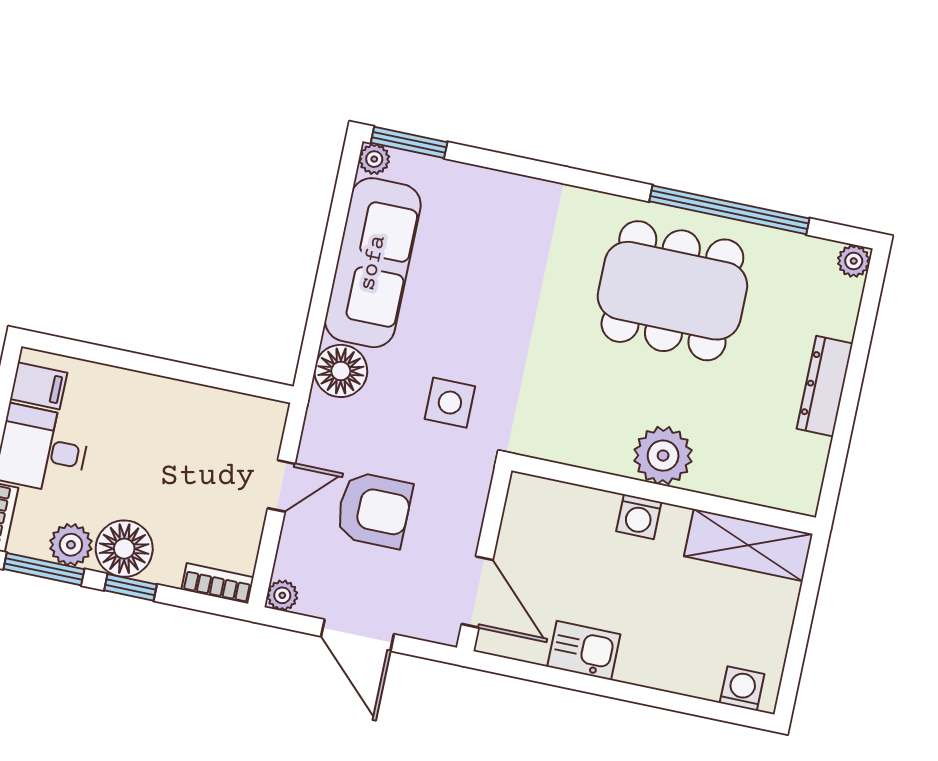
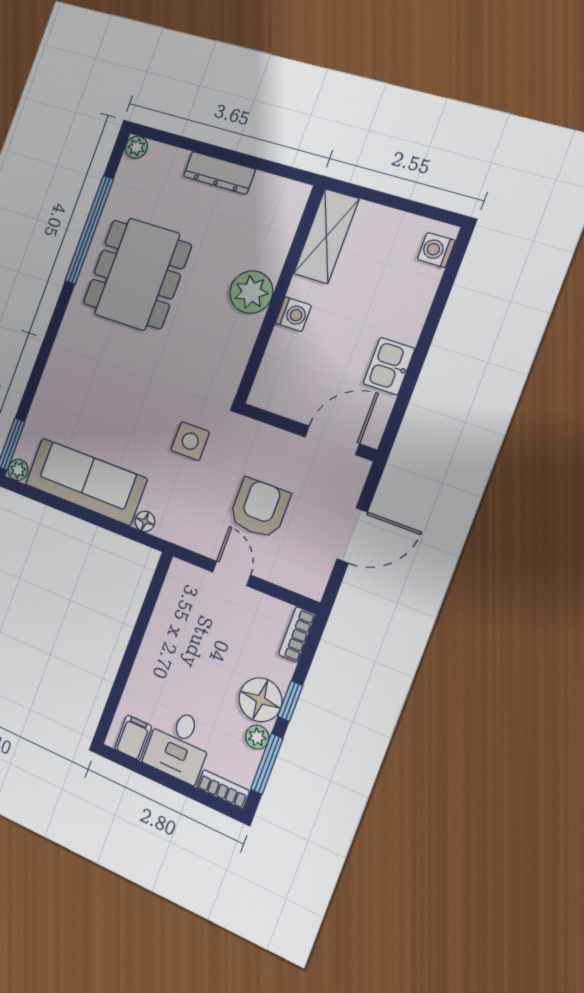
floor lamp: (341, 371) -> (145, 521), width x0.53, depth x0.53
plant: (71, 545) -> (257, 737), width x0.73, depth x0.73
plant: (282, 595) -> (313, 587), removed

